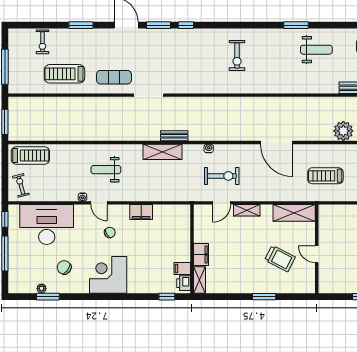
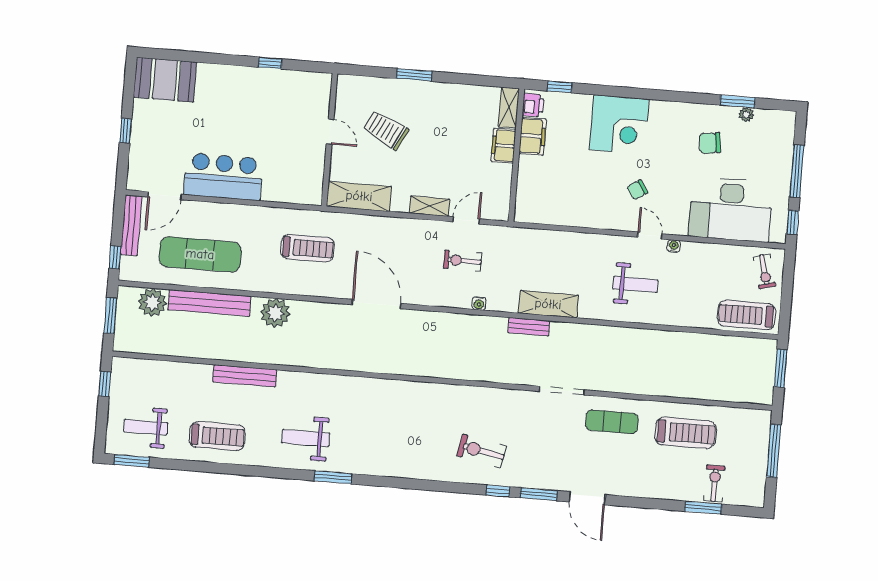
window: (81, 25) -> (703, 508), moved
exercise bike: (237, 56) -> (481, 451), moved, turned -79
exercise bike: (222, 176) -> (463, 261), width x0.73, depth x0.72
filing cabinet: (141, 212) -> (588, 217), removed
chair: (64, 267) -> (710, 143), turned 136
filing cabinet: (182, 268) -> (532, 136), width x2.00
corner desk: (108, 275) -> (619, 124), moved

